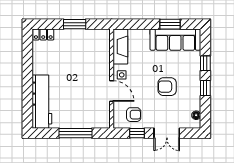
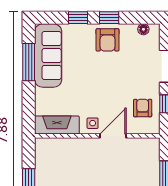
window: (170, 24) -> (29, 62), width x1.44
armchair: (167, 87) -> (108, 40), moved

